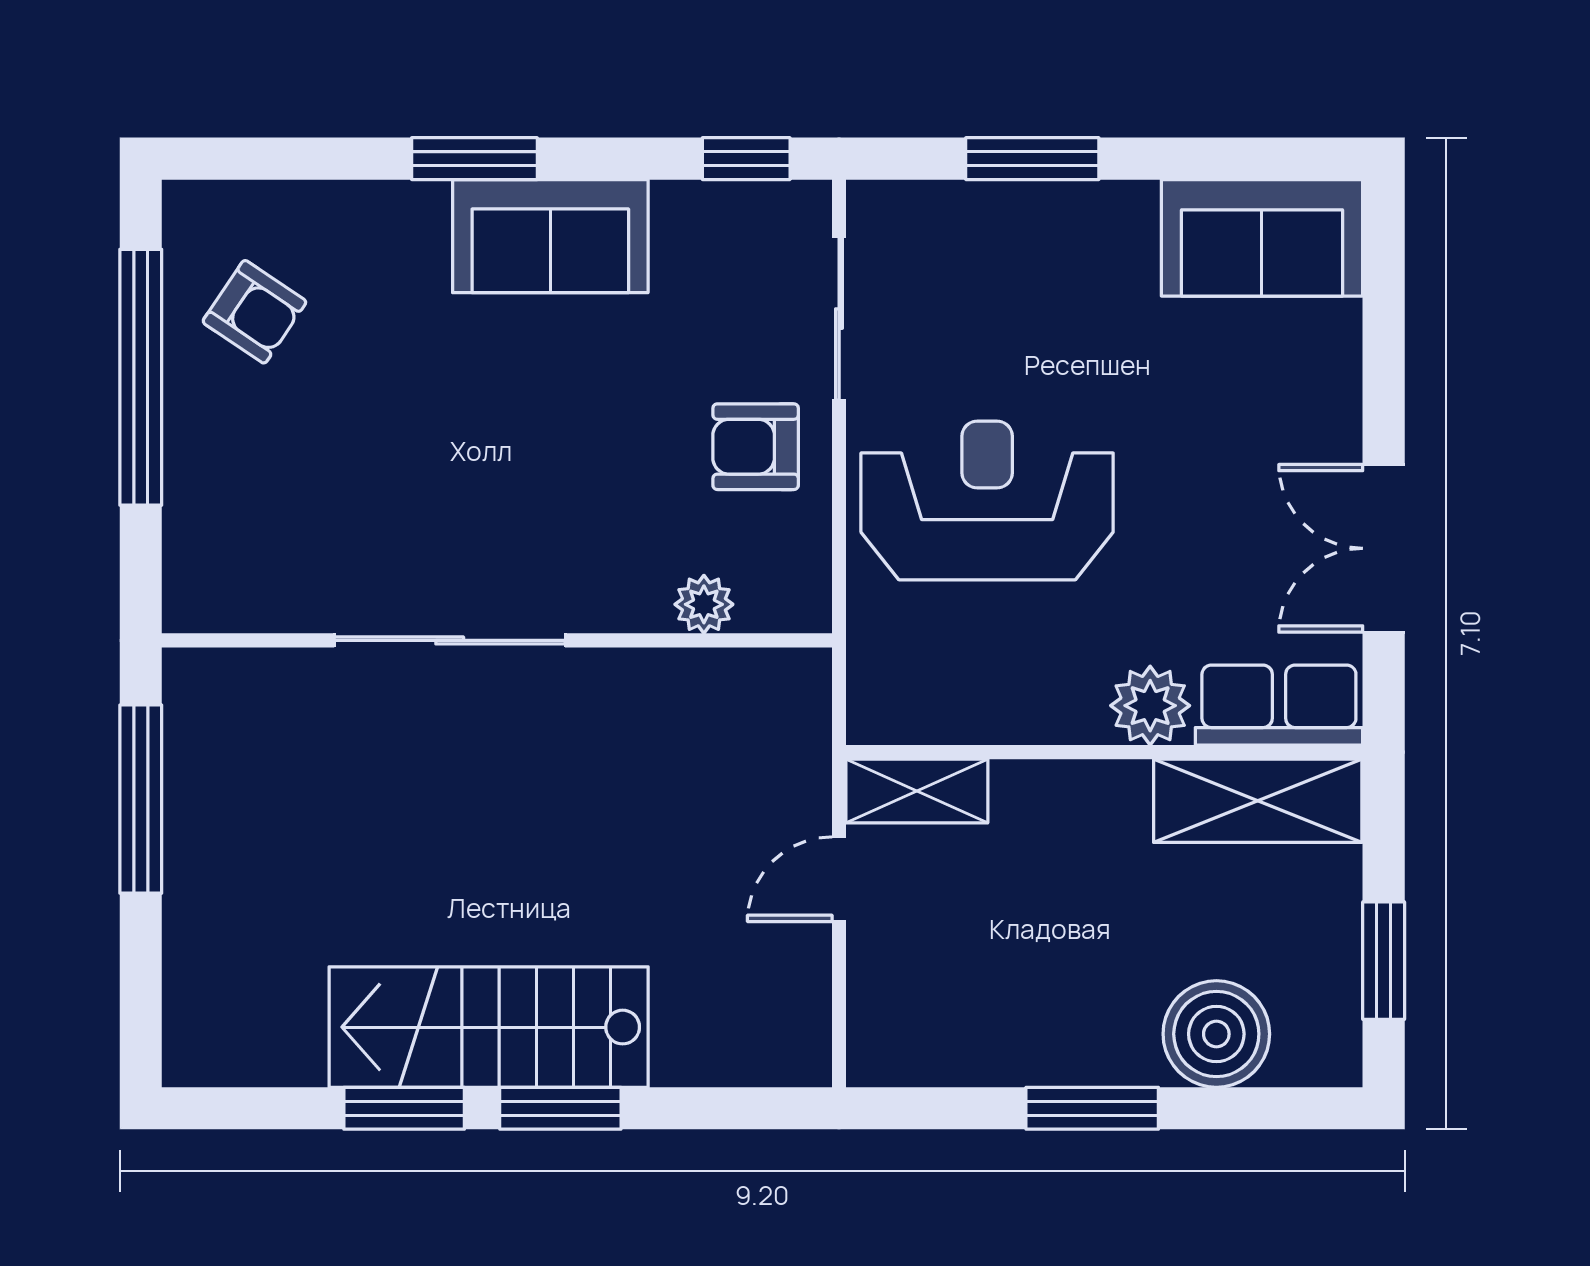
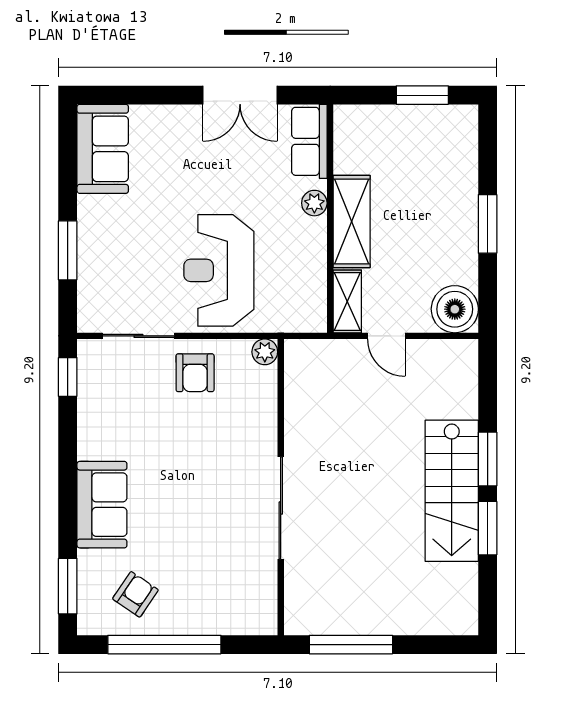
window: (474, 159) -> (68, 586), moved
sofa: (550, 236) -> (102, 505), moved
plant: (704, 604) -> (265, 352), moved
plant: (1150, 706) -> (314, 203), width x0.73, depth x0.73
shelving: (1258, 801) -> (352, 222), moved
boiler: (1216, 1034) -> (455, 309), moved

